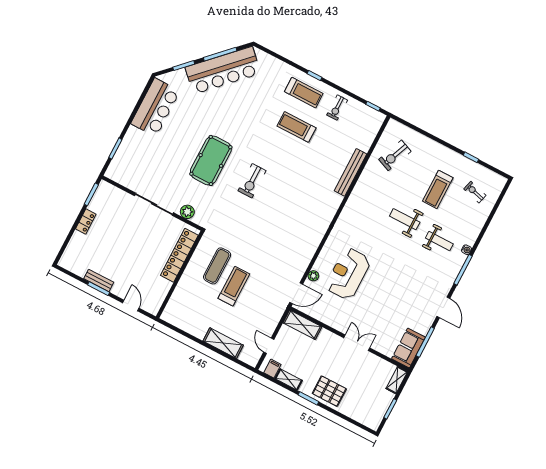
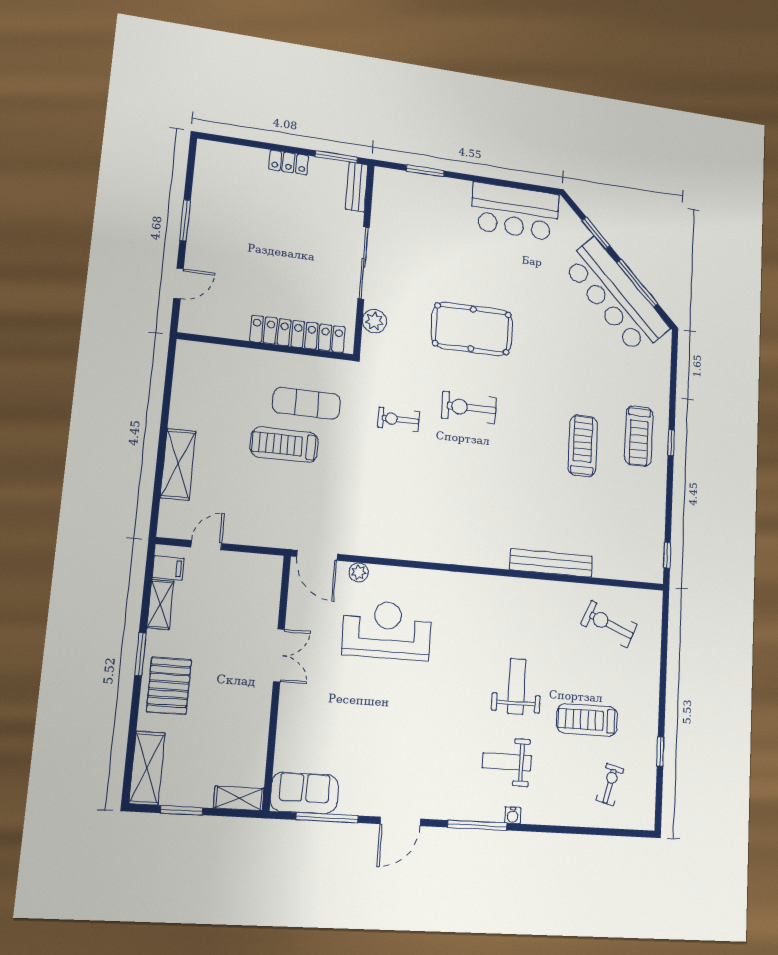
exercise bike: (337, 108) -> (399, 419), moved
weight bench: (439, 241) -> (507, 762), turned 90
bench: (99, 280) -> (357, 187), moved
treadmill: (234, 286) -> (284, 445), turned 180
shelving: (302, 325) -> (147, 768), moved
double door: (357, 343) -> (279, 655), moved

